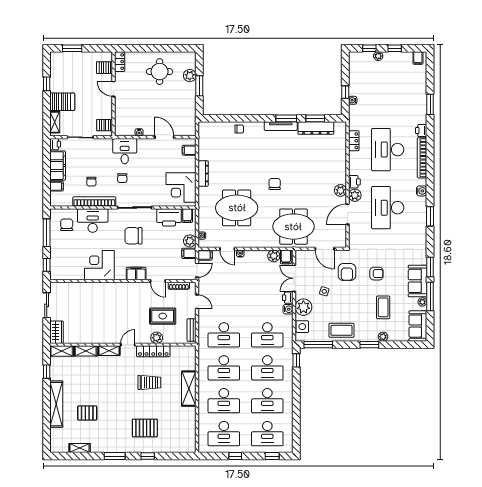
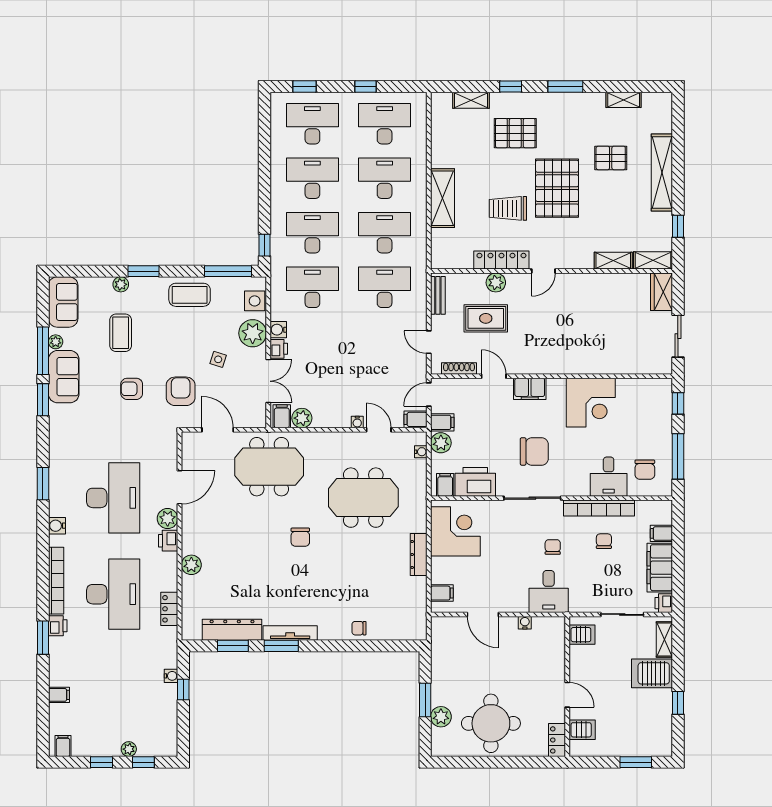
round table: (160, 72) -> (491, 723), width x1.36, depth x1.36
filing cabinet: (420, 89) -> (59, 695), added
window: (430, 104) -> (43, 638), moved
plant: (340, 190) -> (191, 565), moved
desk: (93, 221) -> (609, 477), width x0.73
shelving: (109, 351) -> (471, 100), moved
pallet: (120, 395) -> (557, 188), added

